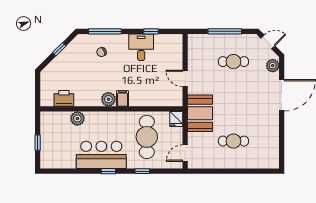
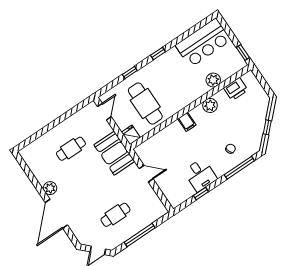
plant: (273, 66) -> (50, 188), moved
plant: (108, 99) -> (210, 105), moved
window: (38, 143) -> (243, 52), moved
bar counter: (101, 155) -> (203, 43), moved

